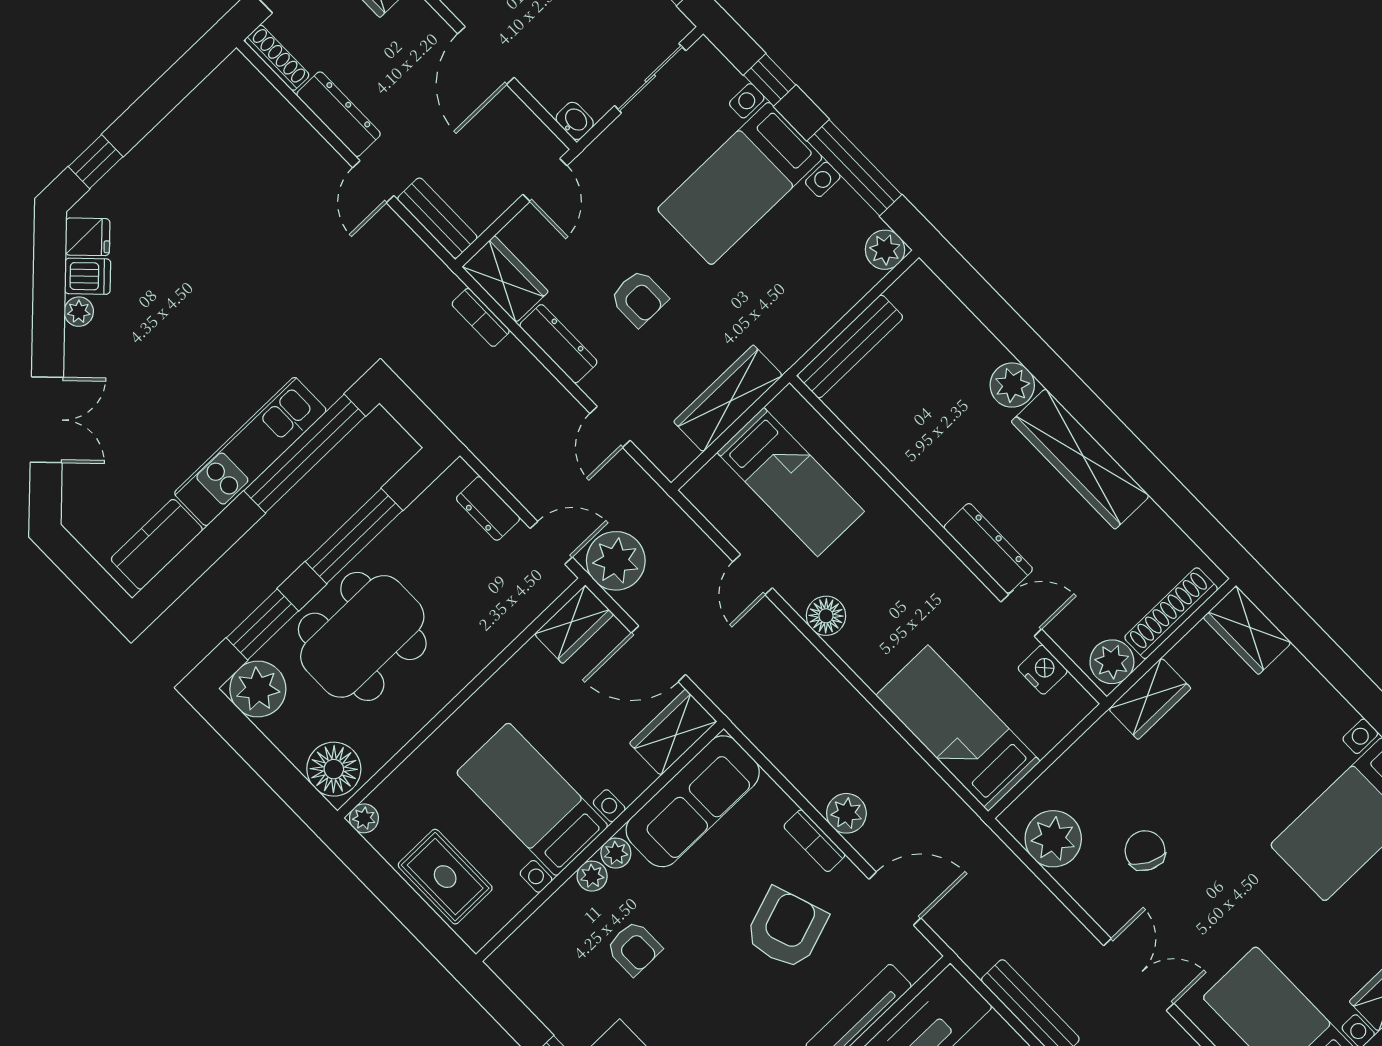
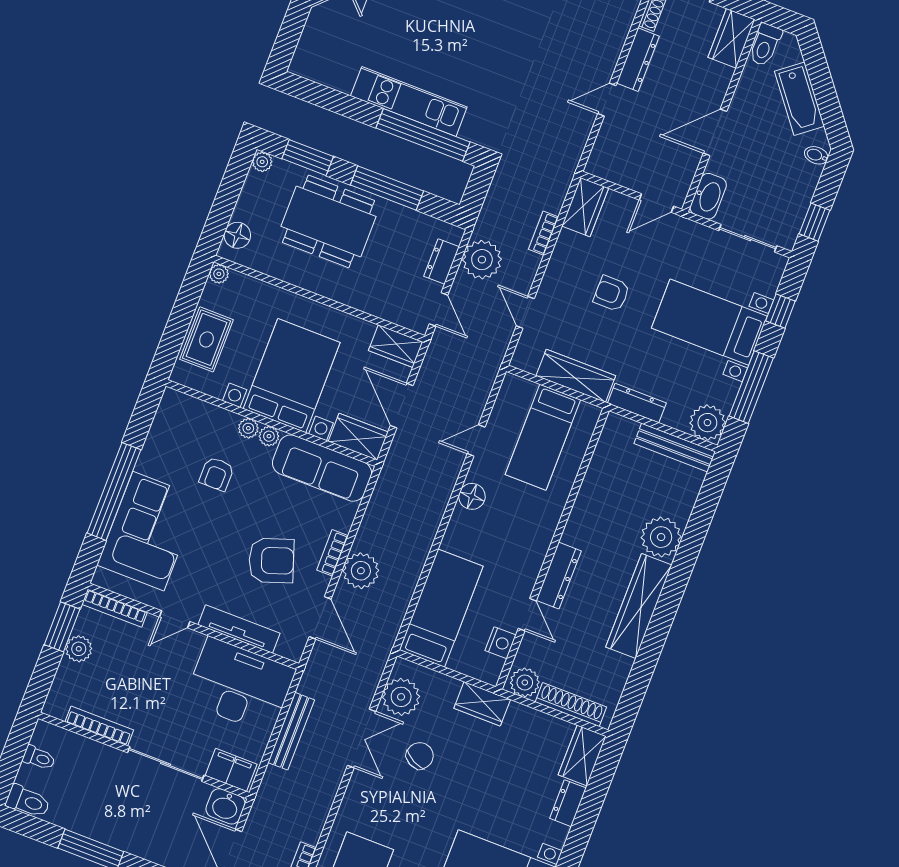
washbasin: (575, 121) -> (708, 196), width x1.91, depth x1.45
bench: (437, 218) -> (603, 149), removed
plant: (885, 250) -> (707, 423), width x1.36, depth x1.36
armchair: (639, 298) -> (611, 293), turned 90
bookcase: (481, 317) -> (544, 233), moved
dresser: (558, 344) -> (637, 403), moved, turned -90
bench: (850, 346) -> (675, 448), moved
plant: (1012, 385) -> (661, 537), width x1.36, depth x1.36
door: (610, 427) -> (525, 312), hinge flipped
kitchen counter: (157, 544) -> (326, 71), removed
plant: (616, 561) -> (482, 260), moved
dresser: (1303, 680) -> (568, 803), added
plant: (258, 689) -> (262, 162), width x0.53, depth x0.53
wardrobe: (1150, 699) -> (482, 704), moved
floor lamp: (334, 769) -> (237, 235), width x0.73, depth x0.73
bed with nightstands: (532, 799) -> (292, 376), width x1.36
plant: (846, 813) -> (361, 571), width x1.36, depth x1.36
double door: (1139, 975) -> (362, 738), moved

